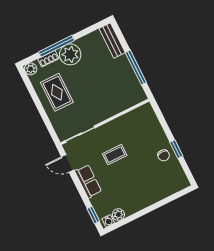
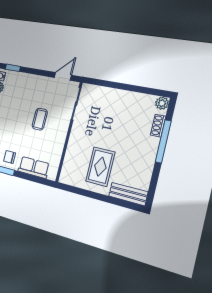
plant: (70, 54) -> (146, 148), removed
window: (136, 67) -> (90, 194), removed
rug: (57, 92) -> (100, 167), moved, turned 90
row of seats: (88, 181) -> (34, 167), moved, turned 180

